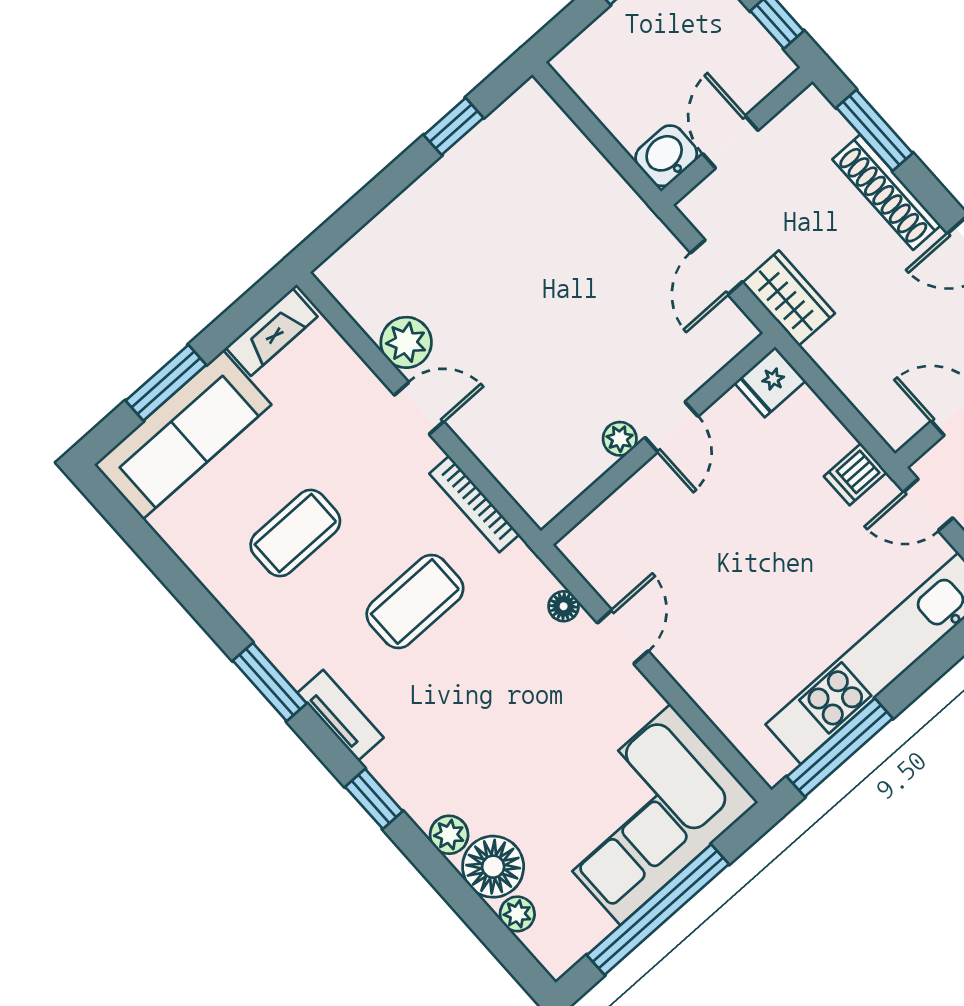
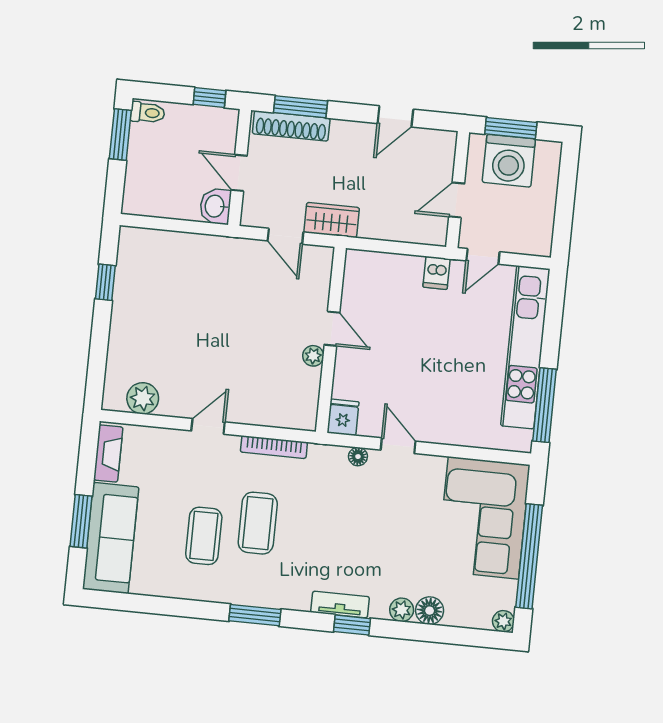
shoe rack: (887, 192) -> (291, 126), moved
plant: (406, 342) -> (143, 398), moved
fridge: (770, 382) -> (343, 417), moved, turned 180
coffee table: (415, 601) -> (258, 523), moved
tv unit: (340, 715) -> (340, 605), moved
floor lamp: (493, 867) -> (430, 611), width x0.73, depth x0.73
plant: (517, 914) -> (503, 621), moved

